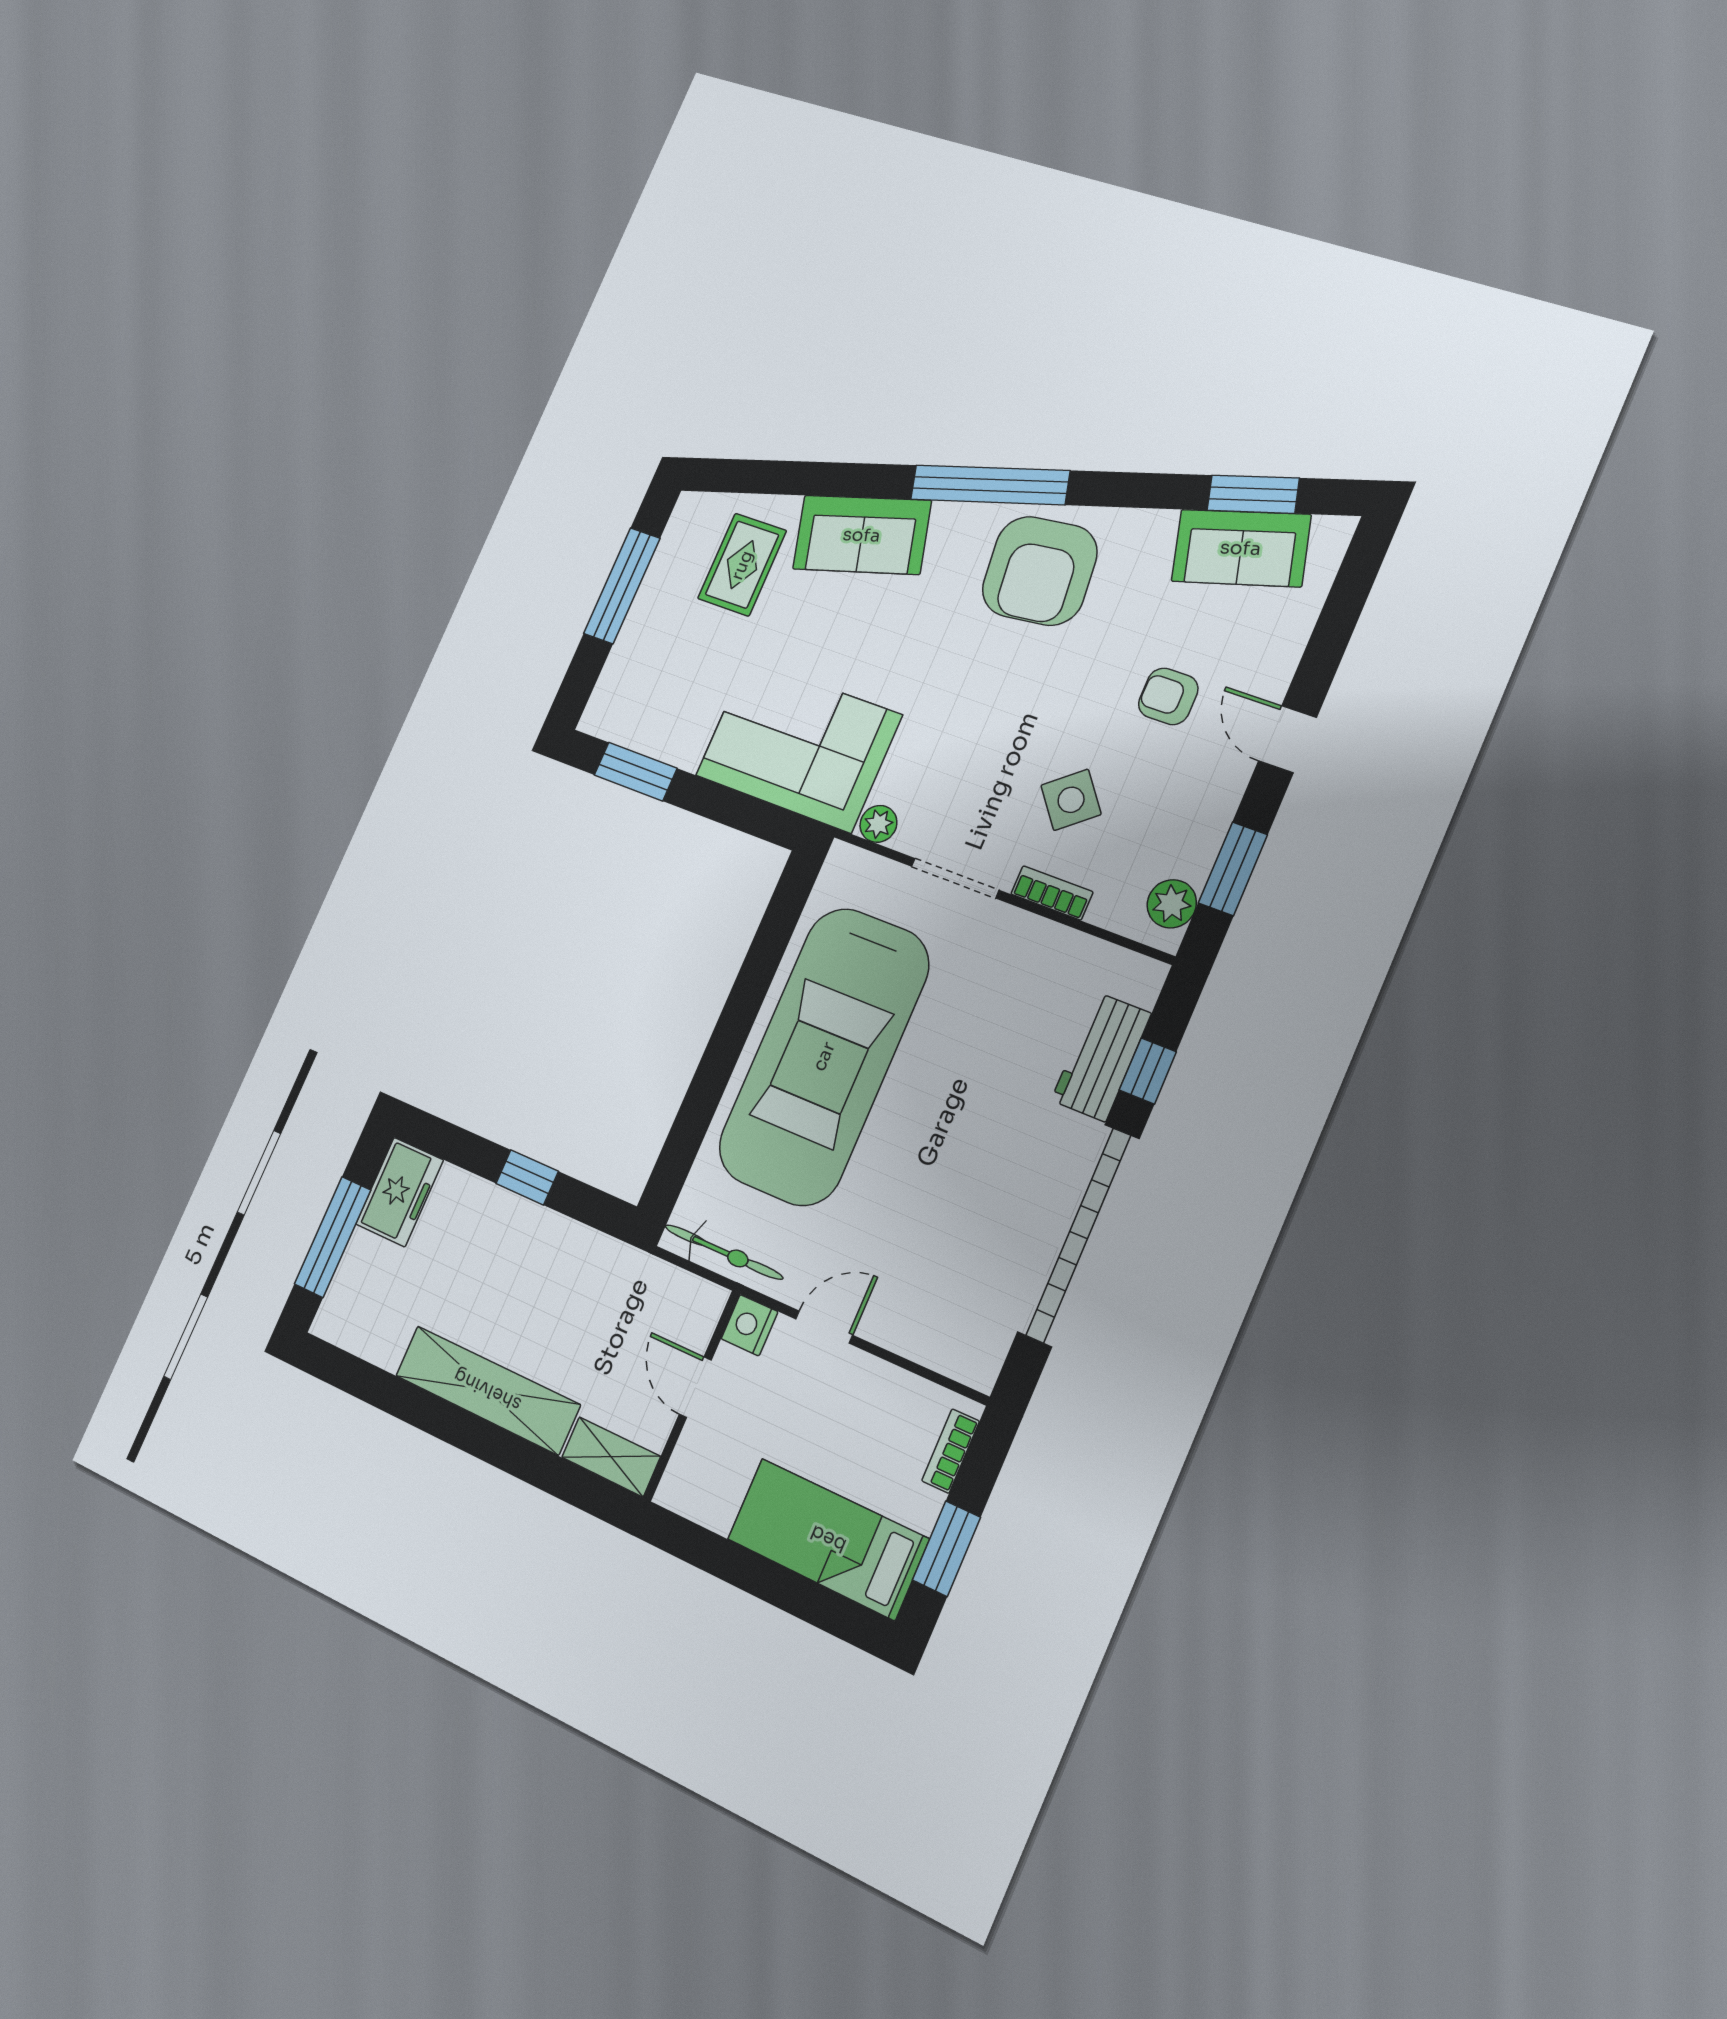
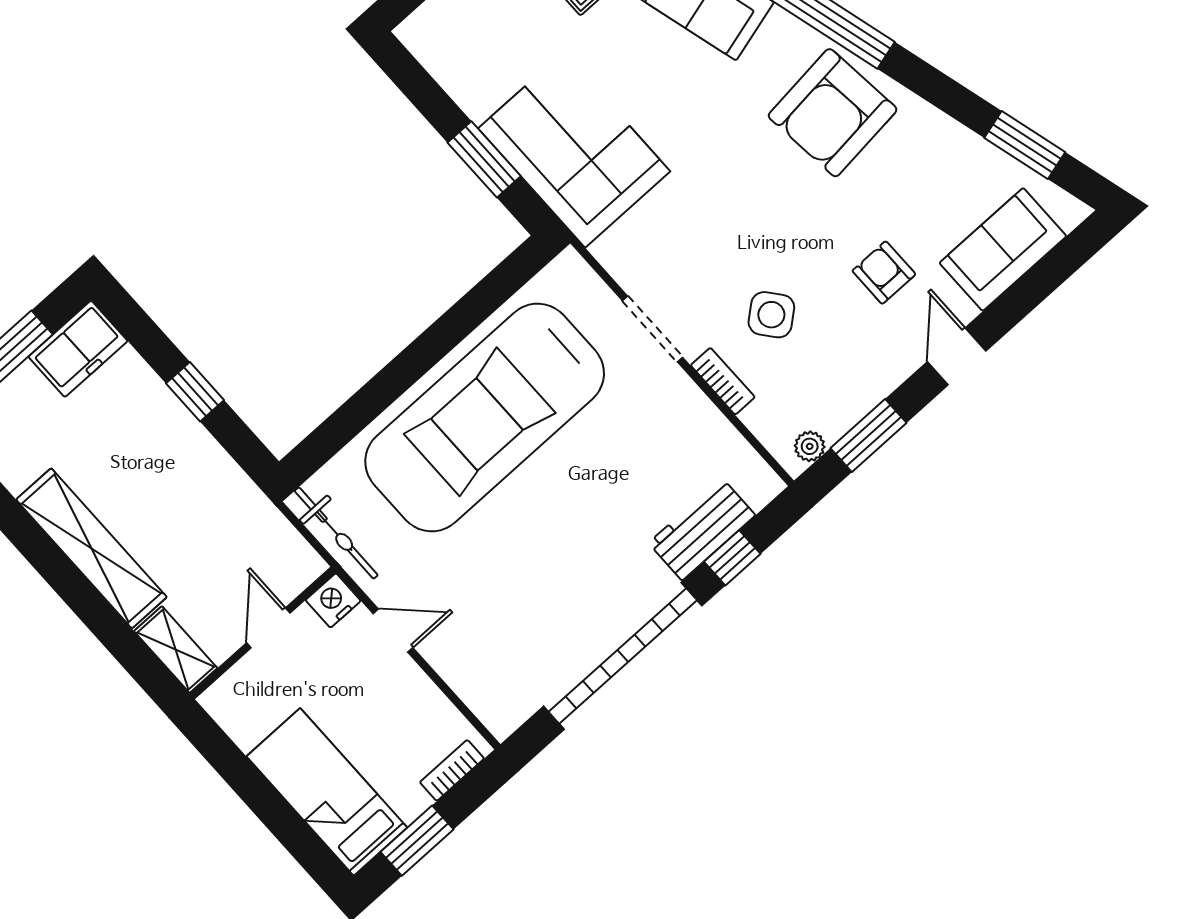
sofa: (1241, 548) -> (1003, 249), moved, turned 105
window: (636, 772) -> (484, 159), moved
plant: (878, 824) -> (611, 252), removed
plant: (1172, 904) -> (810, 446), width x0.73, depth x0.73

